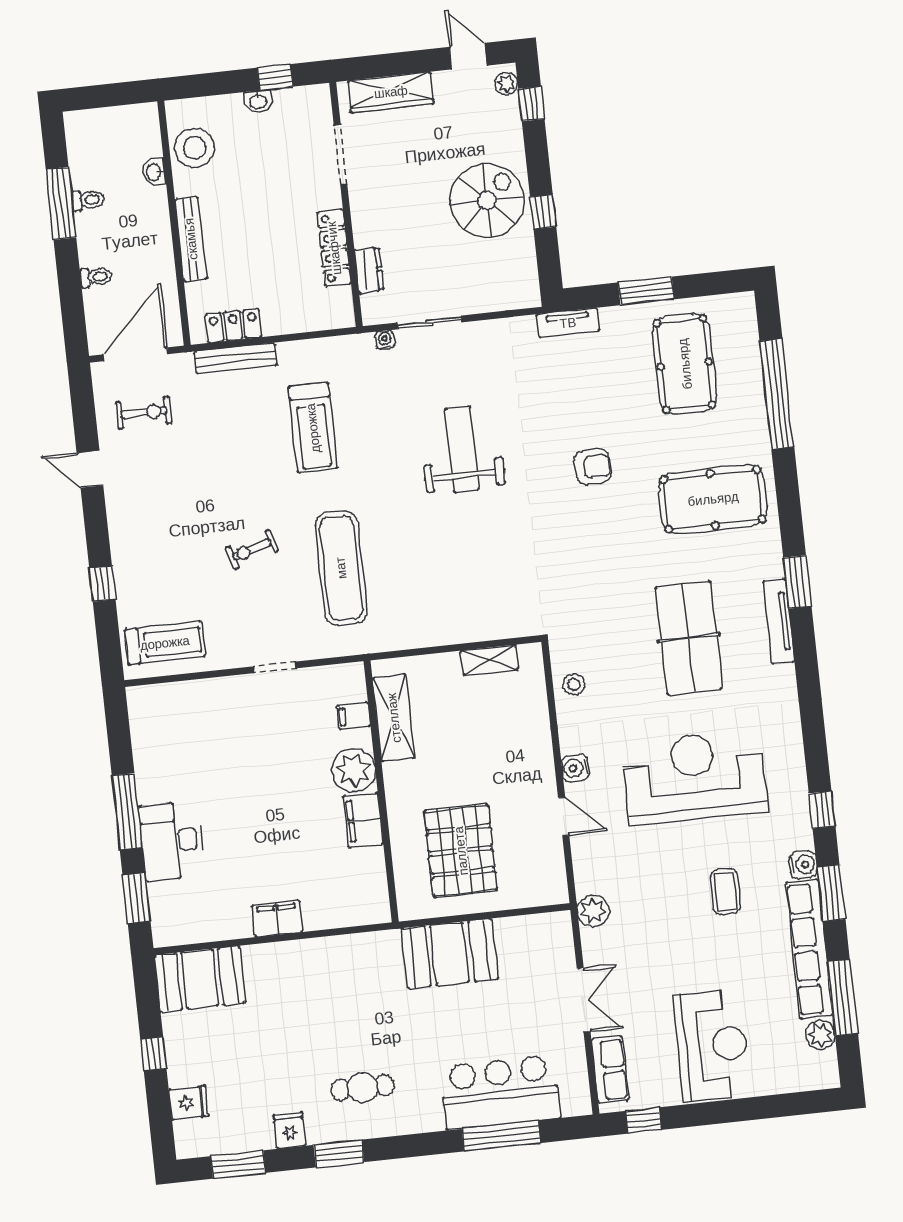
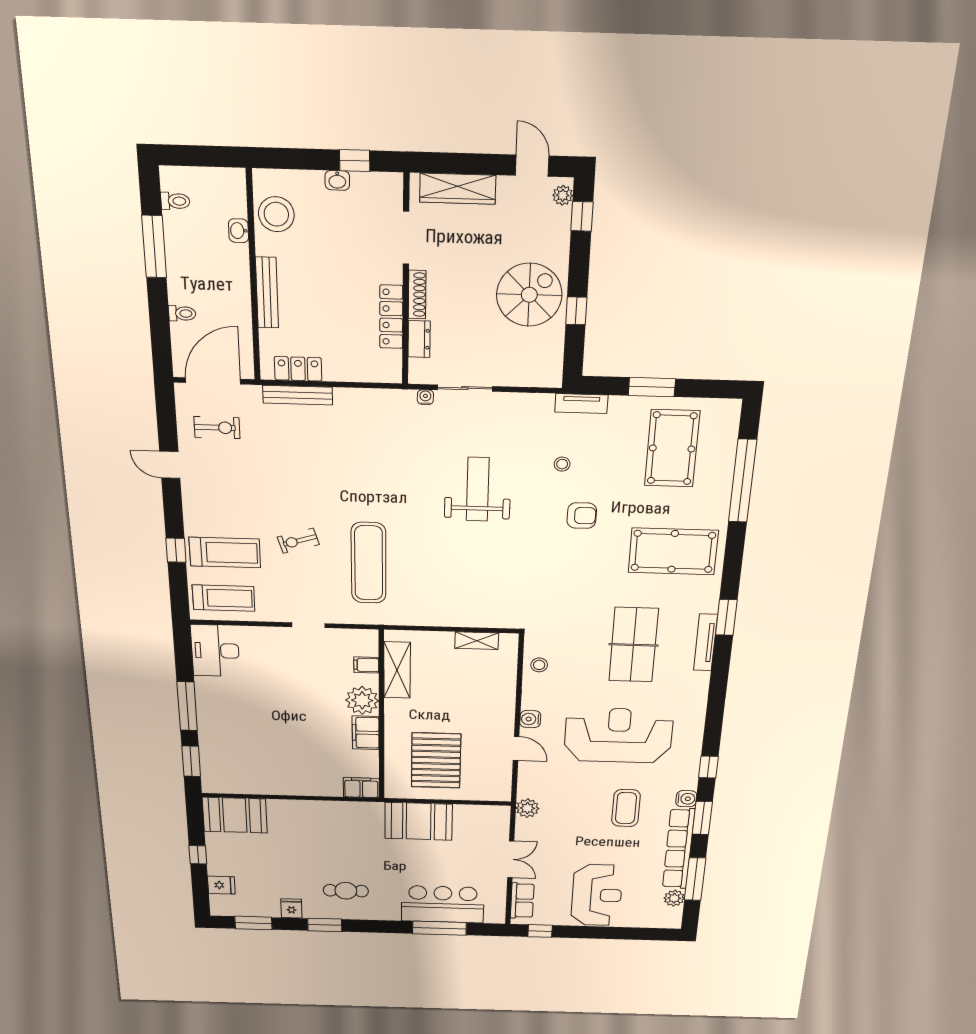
toilet: (88, 200) -> (175, 201), moved
shoe rack: (361, 218) -> (417, 295), added
stool: (558, 402) -> (562, 464), added
treadmill: (313, 428) -> (225, 553), moved, turned -90
desk: (172, 841) -> (215, 651), moved
coffee table: (725, 891) -> (626, 808), width x1.36, depth x1.30
filing cabinet: (277, 919) -> (361, 788), moved

